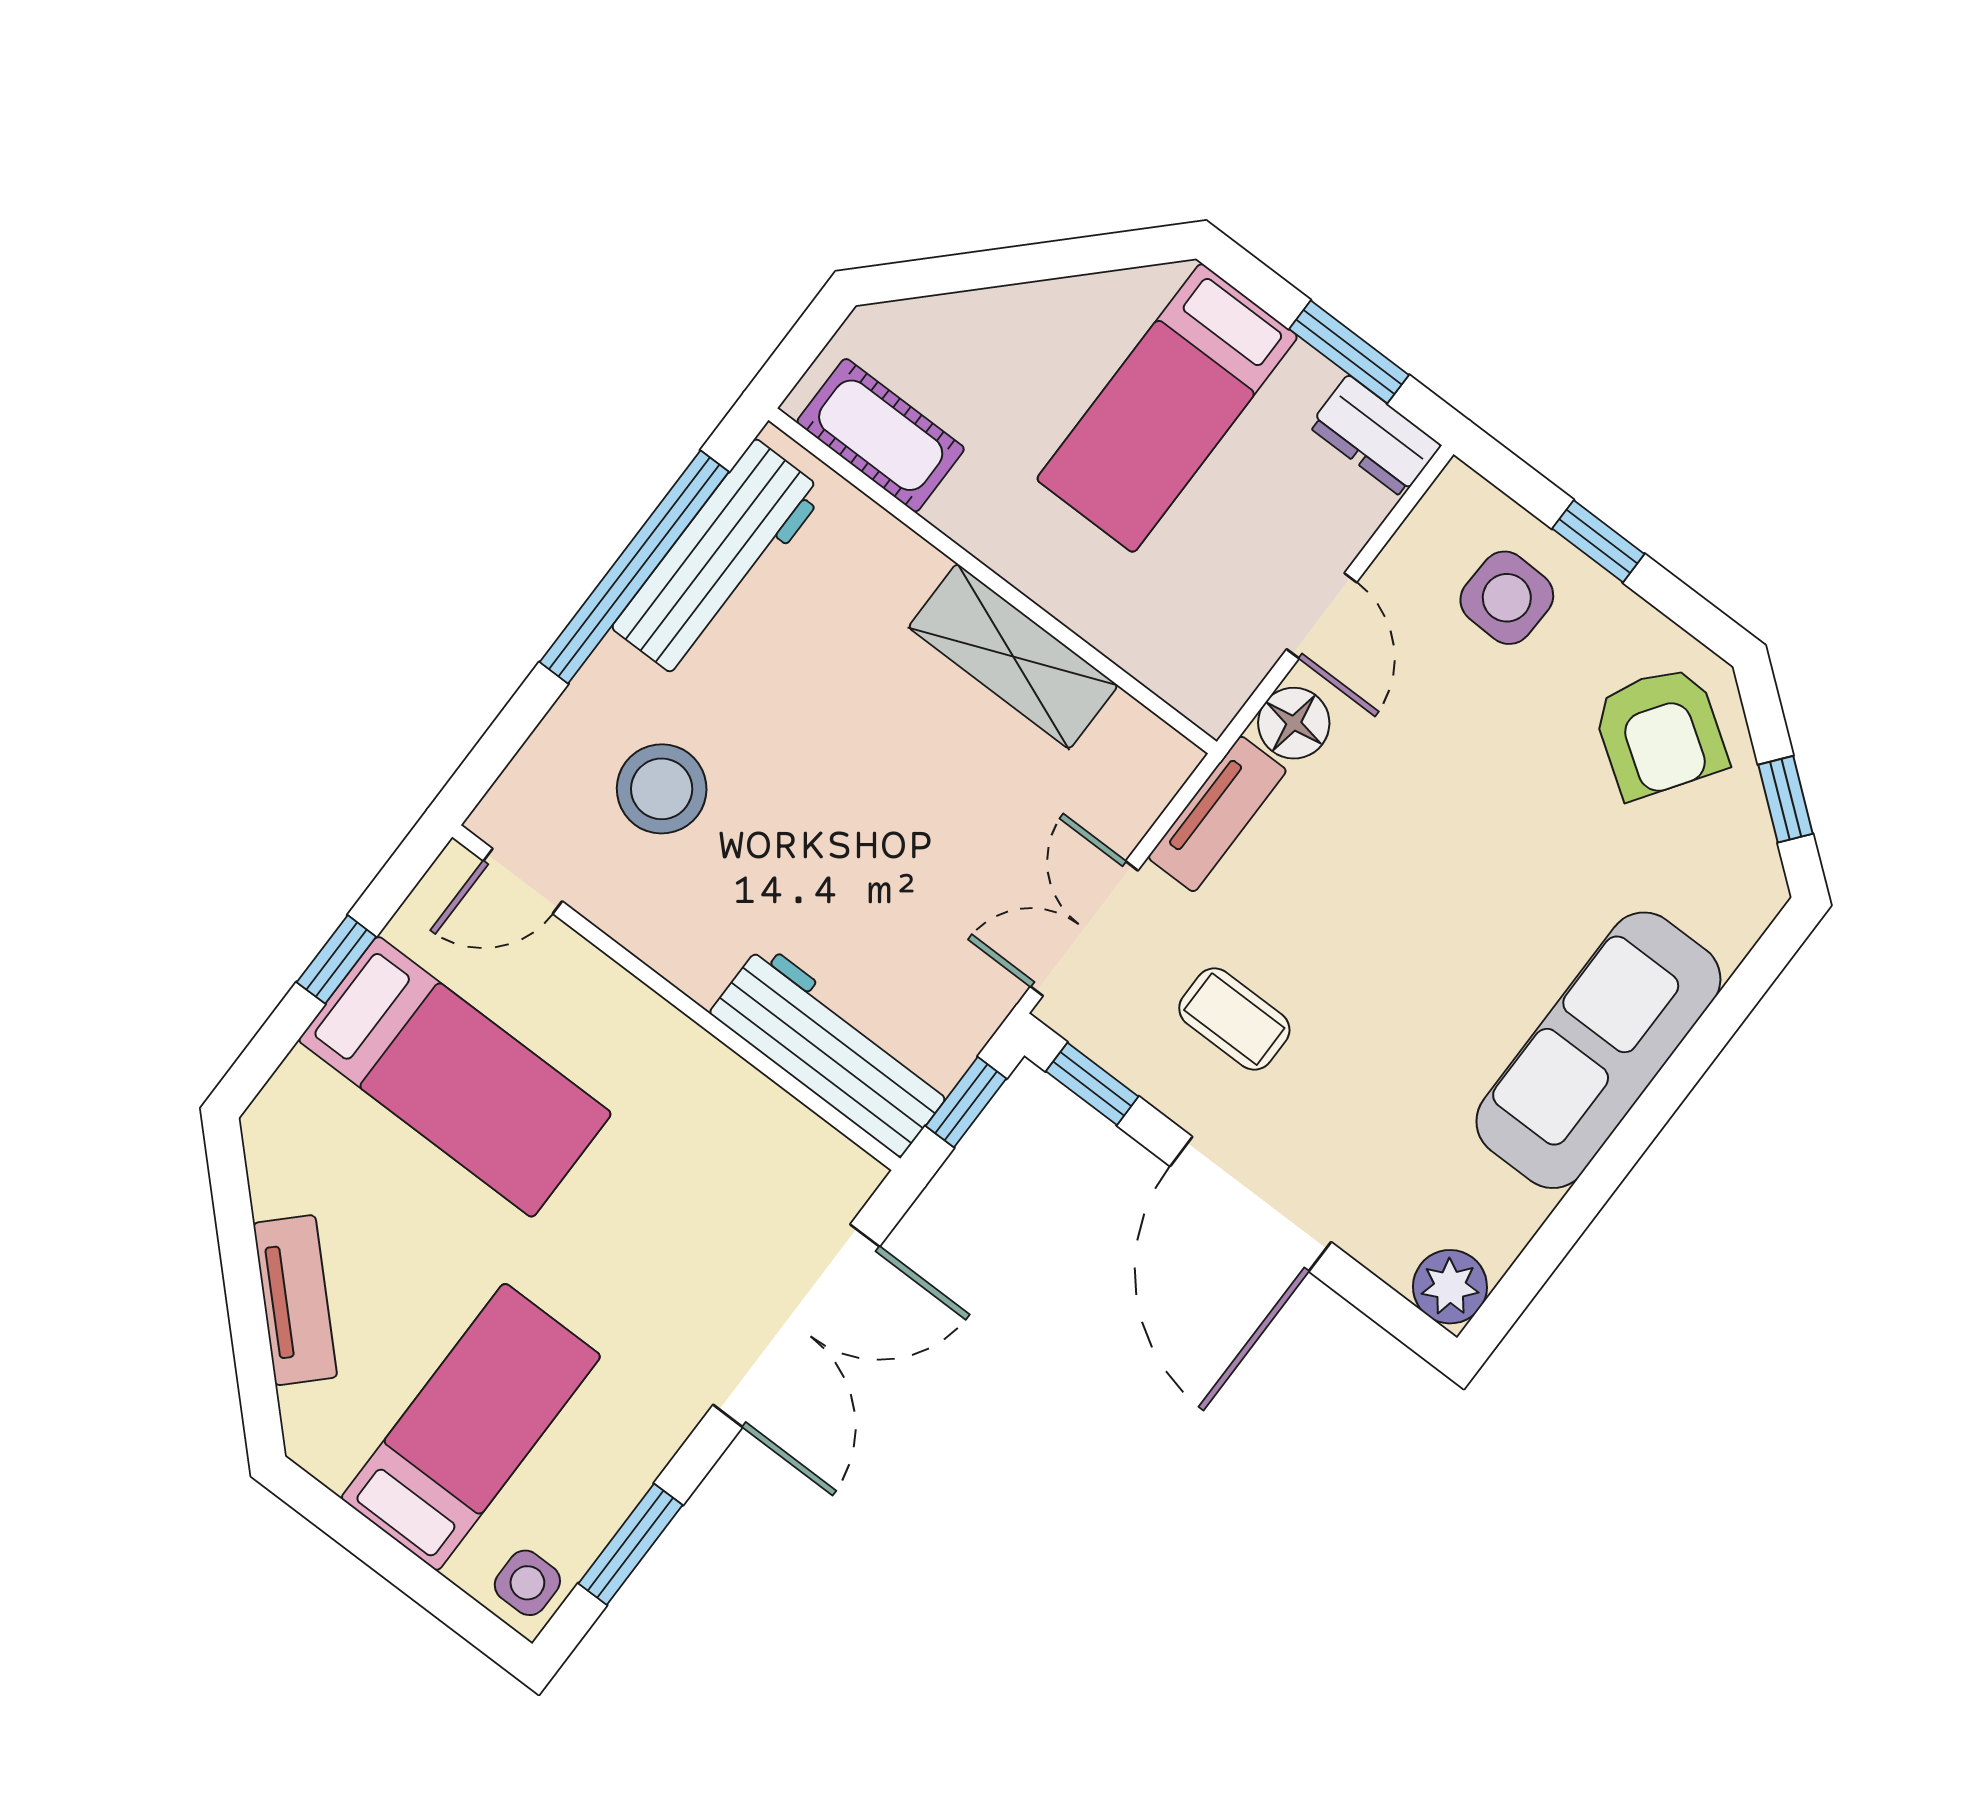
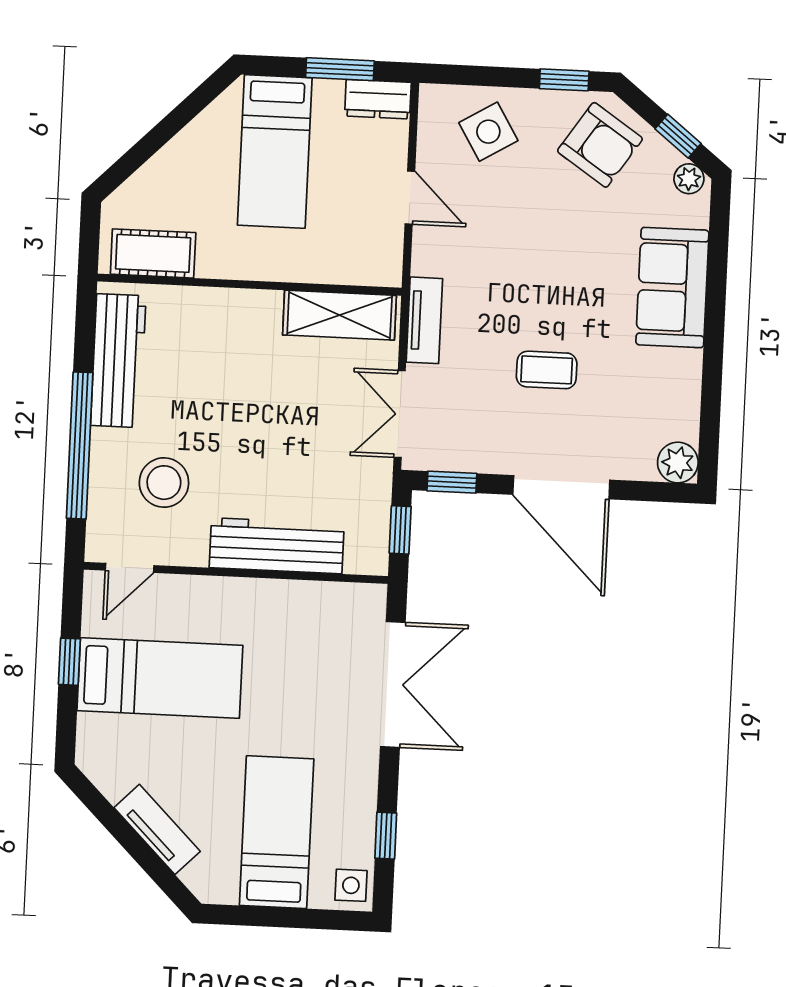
window: (1598, 541) -> (564, 80), moved
window: (634, 567) -> (80, 445), moved
side table: (1507, 598) -> (488, 132), turned -33
shelving: (1013, 656) -> (340, 315), moved
floor lamp: (1294, 723) -> (431, 255), removed
plant: (1758, 874) -> (689, 179), added
coffee table: (1234, 1019) -> (547, 370), moved
workbench: (832, 1050) -> (277, 546), moved
sofa: (1598, 1050) -> (672, 288), width x0.73
window: (630, 1544) -> (386, 836), width x0.67

